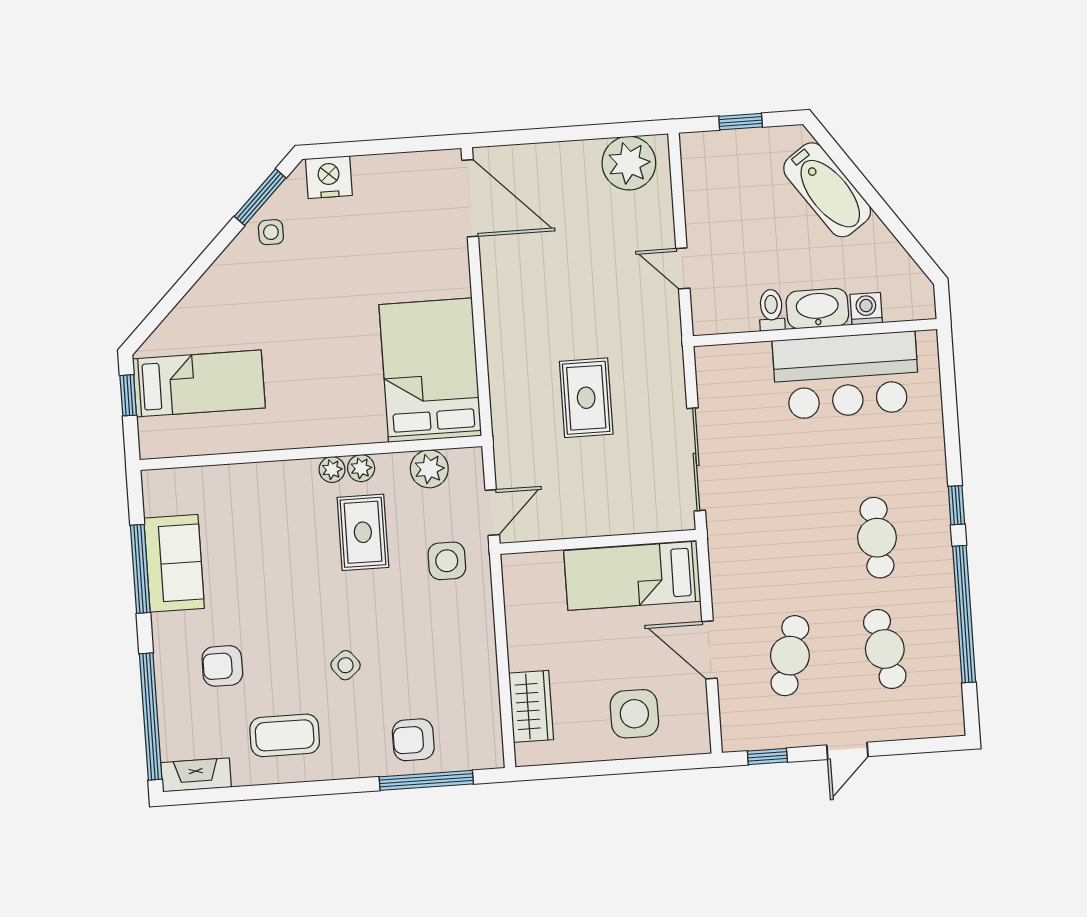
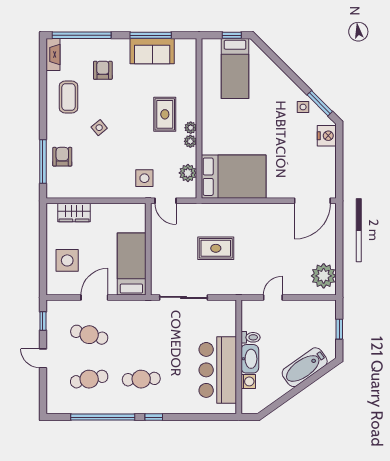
rug: (363, 532) -> (165, 114), moved, turned 90

